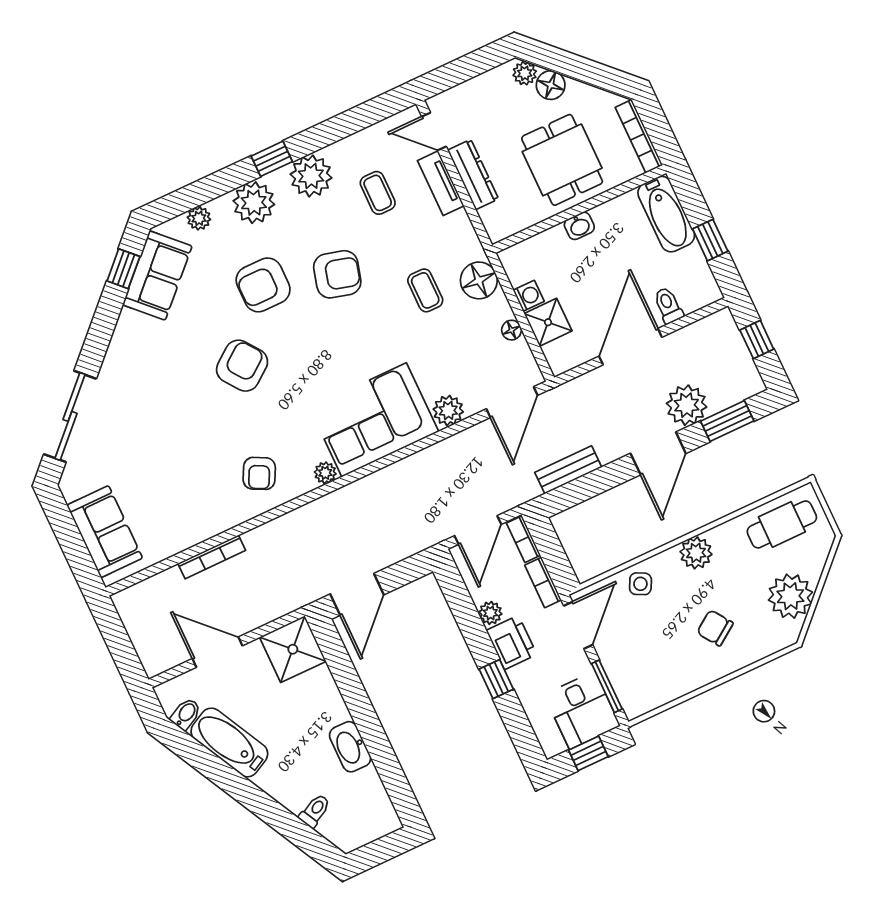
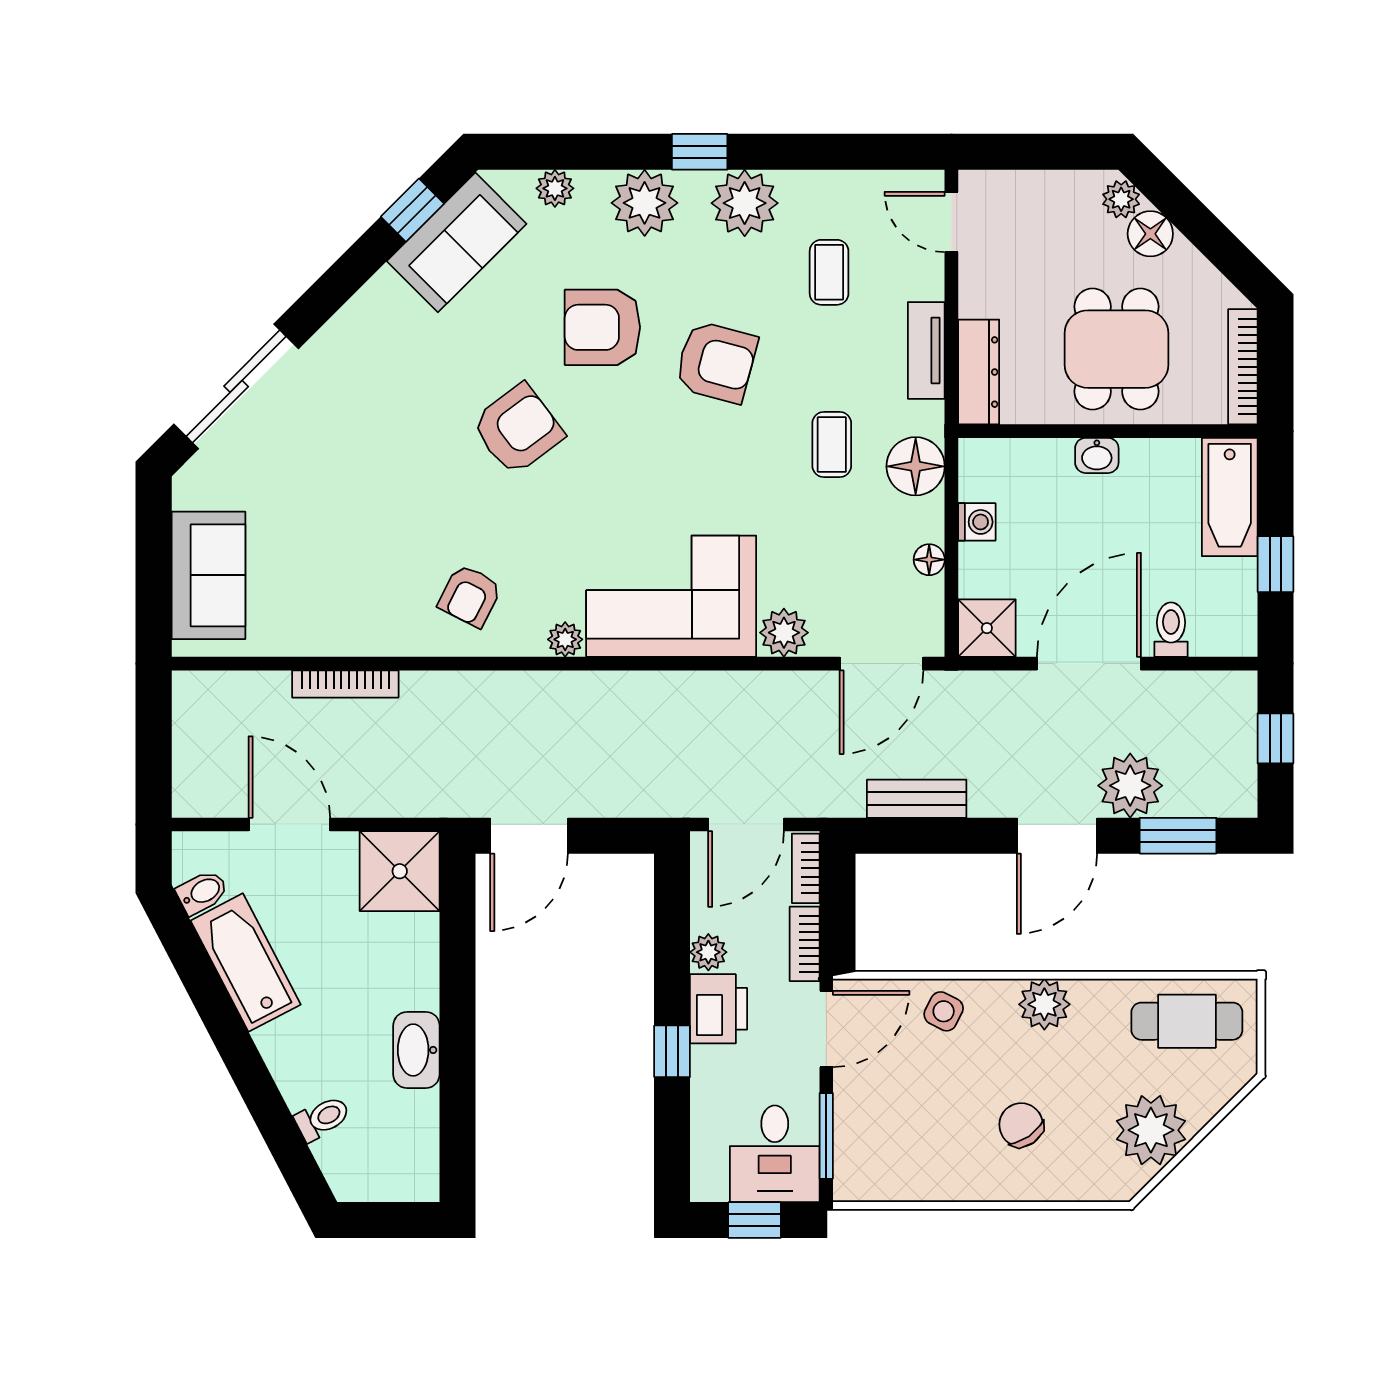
dresser: (473, 174) -> (979, 372), moved
tv unit: (441, 183) -> (926, 350), moved
shower: (548, 322) -> (987, 628), moved

